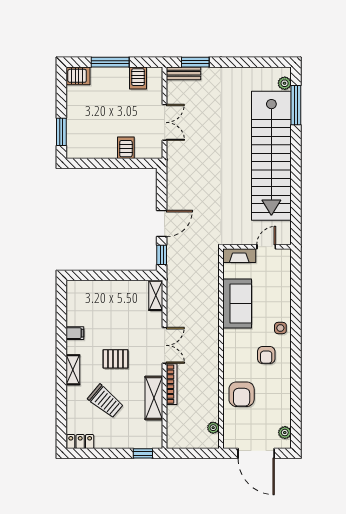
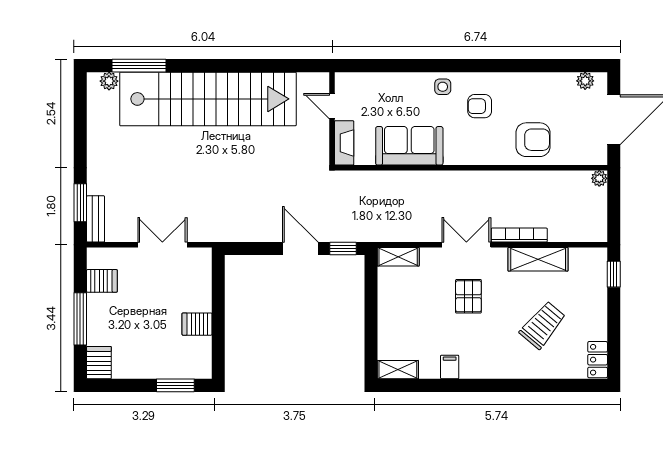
server rack: (126, 148) -> (197, 324), moved
armchair: (266, 355) -> (480, 106), turned 180
pallet: (115, 359) -> (468, 296), moved
shelving: (73, 370) -> (398, 370), moved
plant: (213, 428) -> (599, 178), moved

